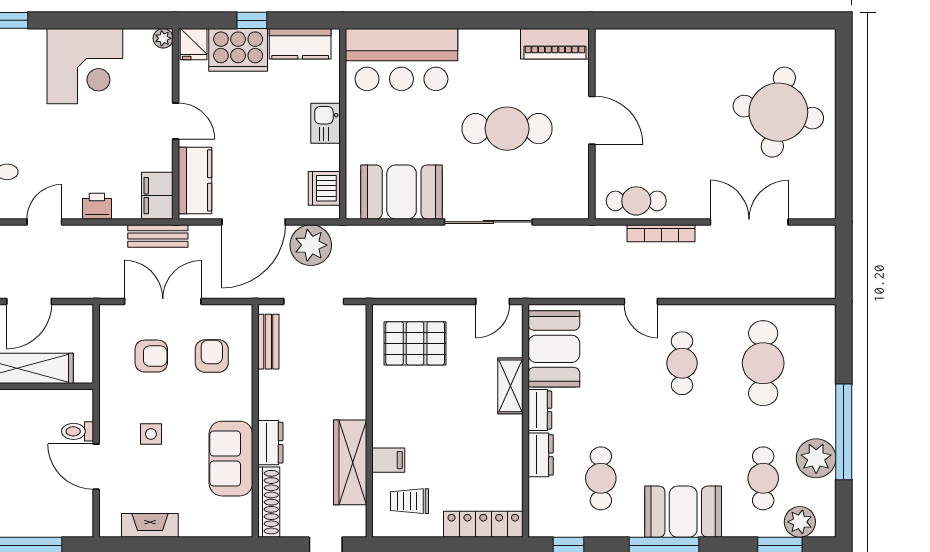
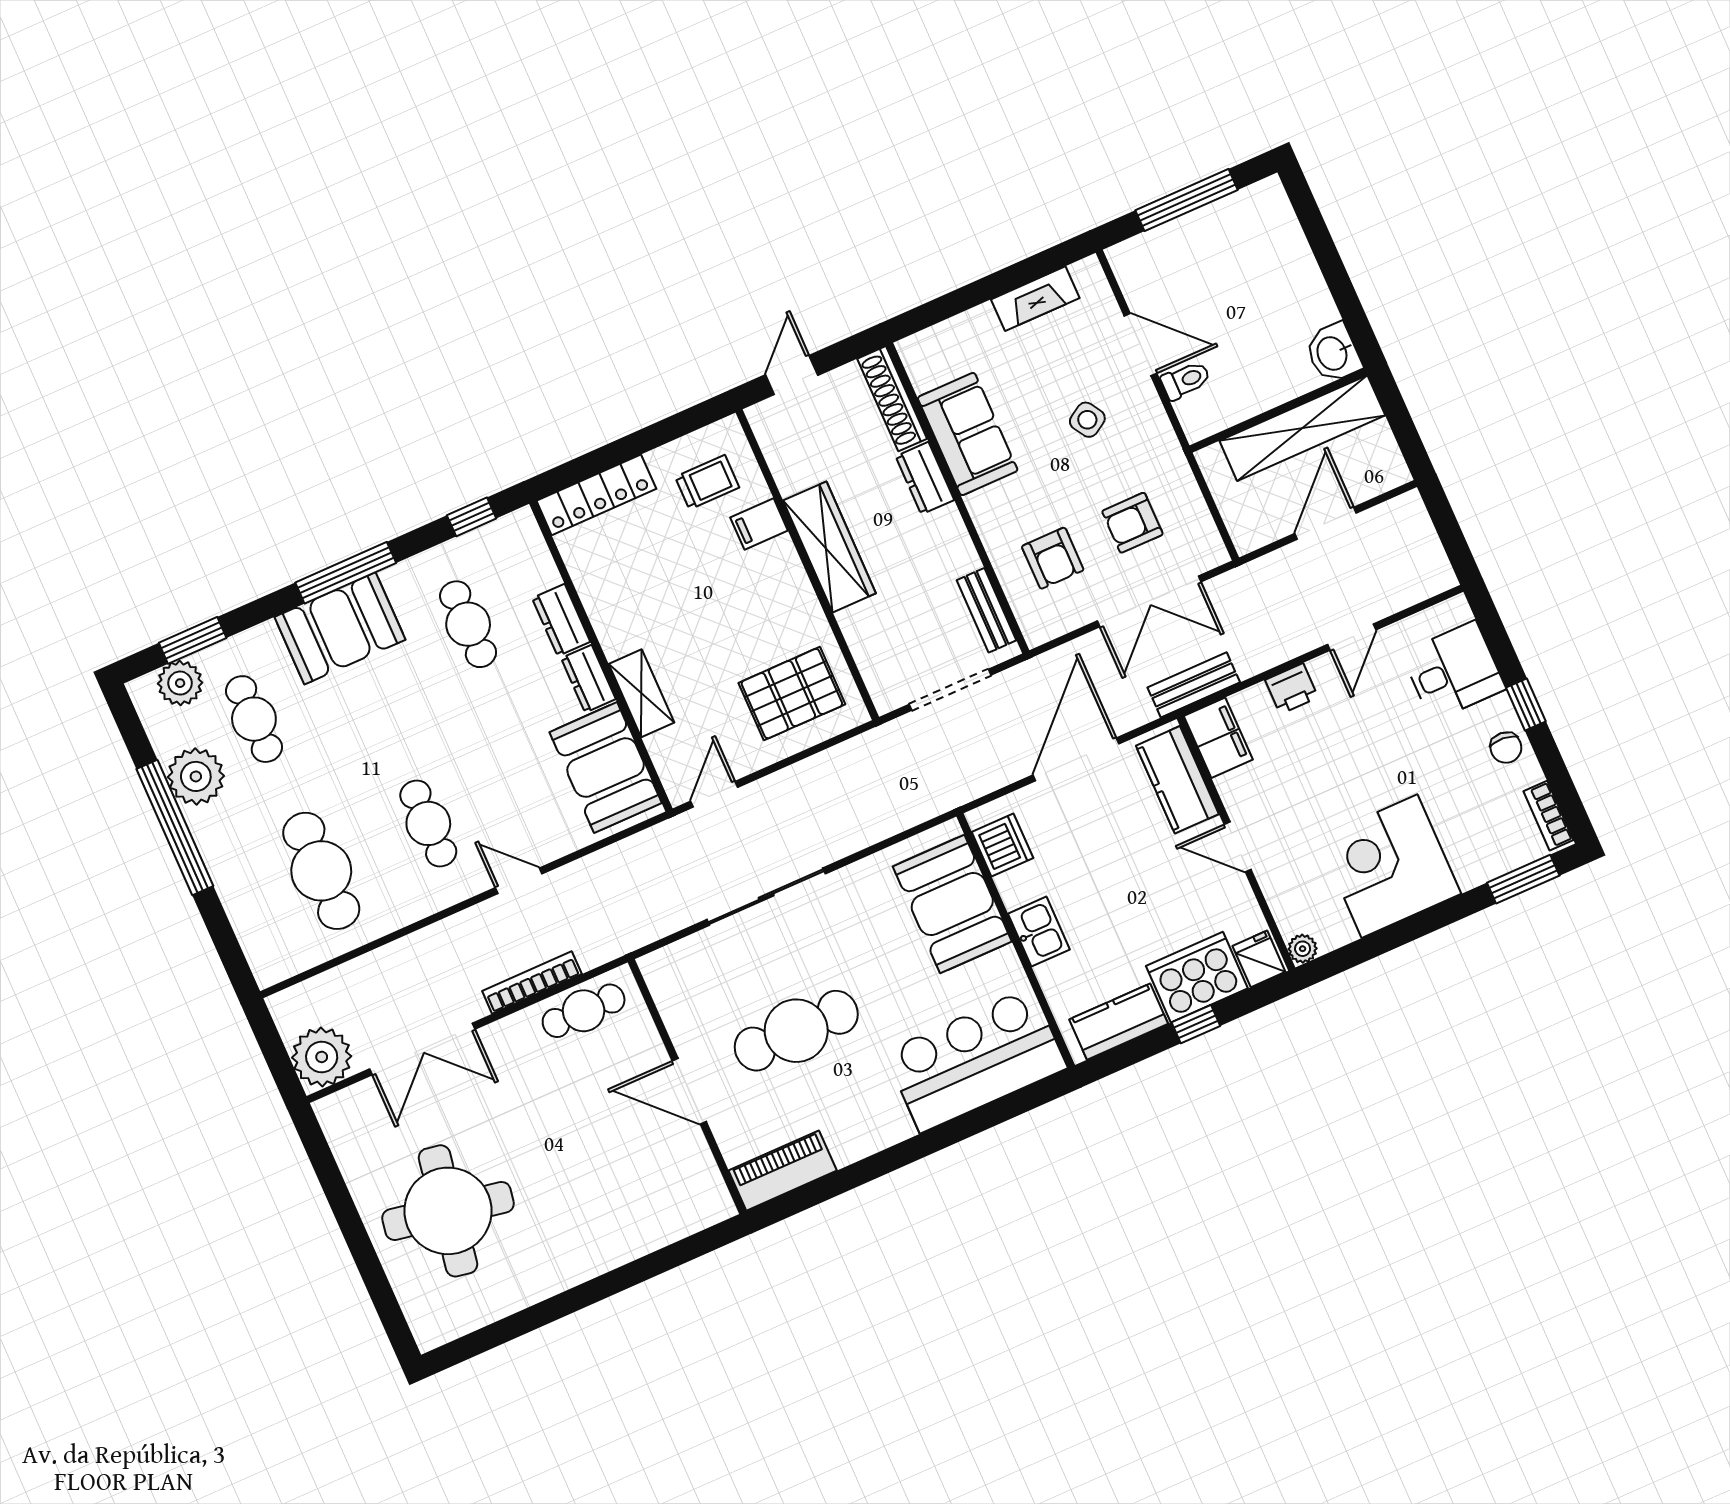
booth: (402, 192) -> (952, 904), moved, turned 90
plant: (311, 245) -> (322, 1057), moved
side table: (151, 434) -> (1087, 420), turned -32
wardrobe: (350, 462) -> (829, 547), moved

